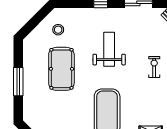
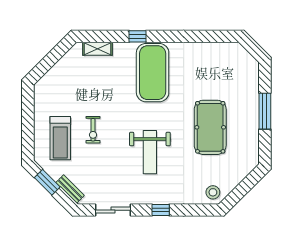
stool: (58, 30) -> (213, 192), moved

